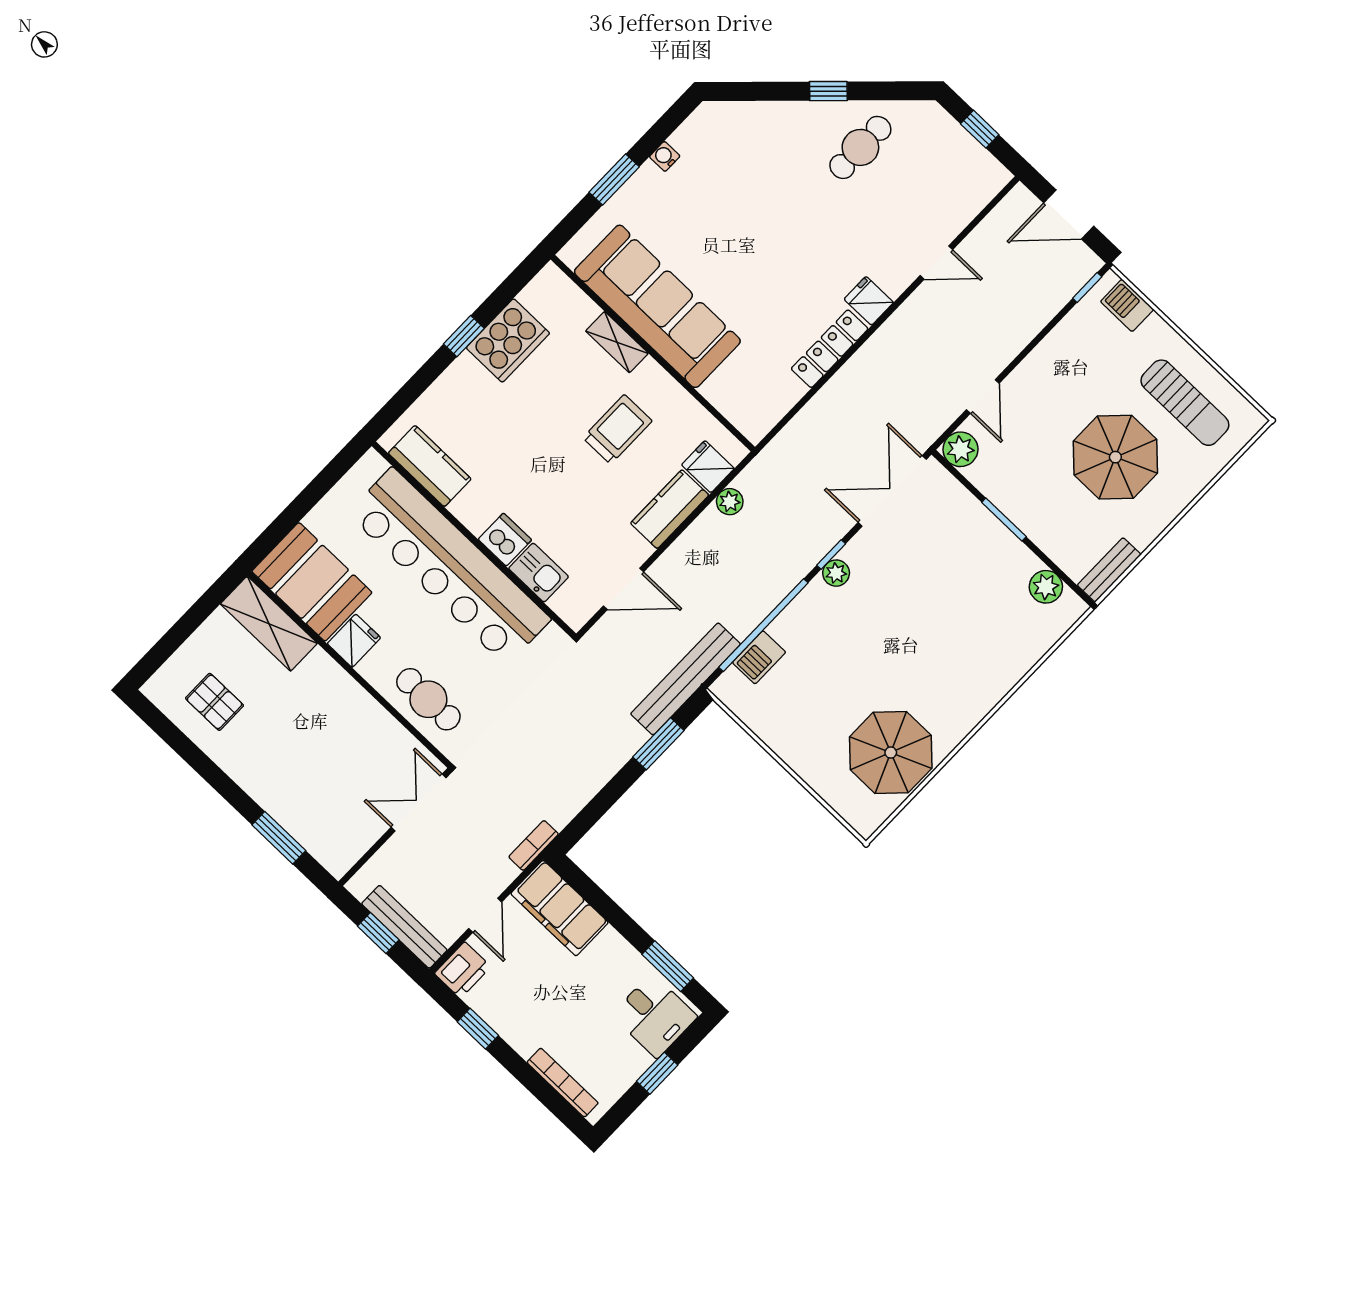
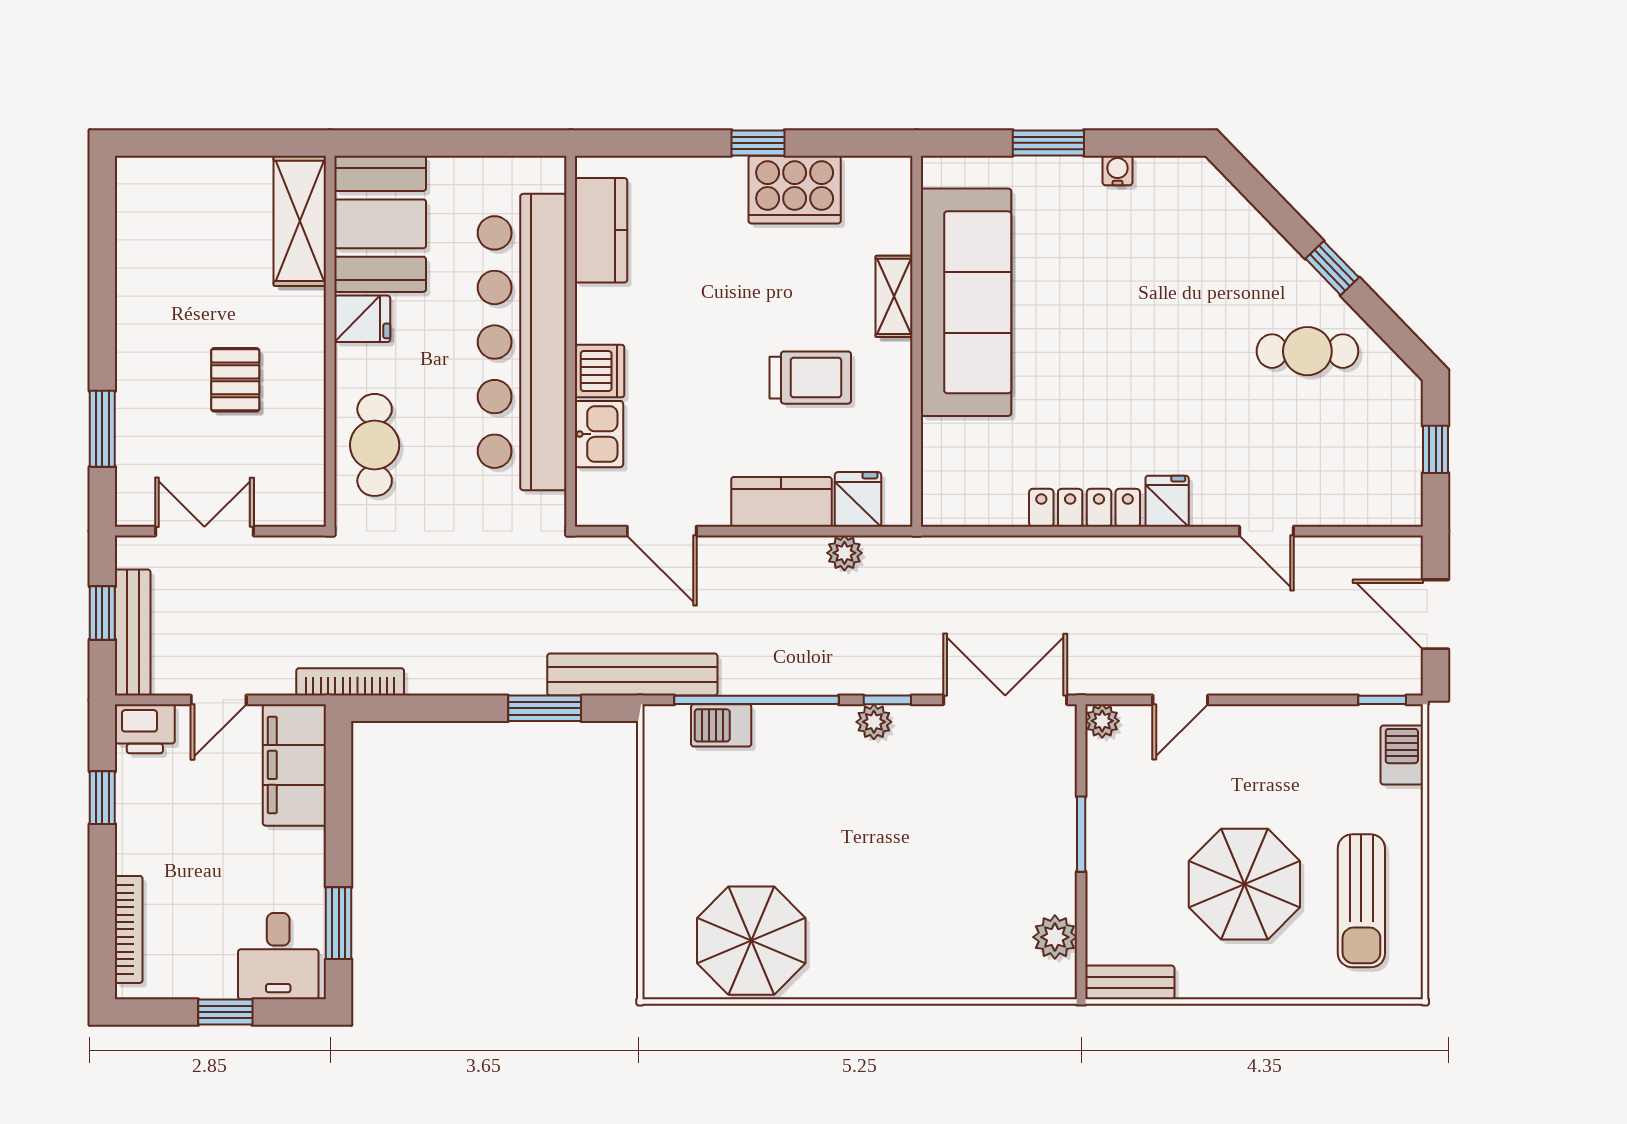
plant: (960, 449) -> (1102, 721), width x0.73, depth x0.73
pallet: (215, 702) -> (235, 380), moved
double door: (419, 802) -> (204, 531), moved
bookcase: (534, 845) -> (350, 682), width x1.56

